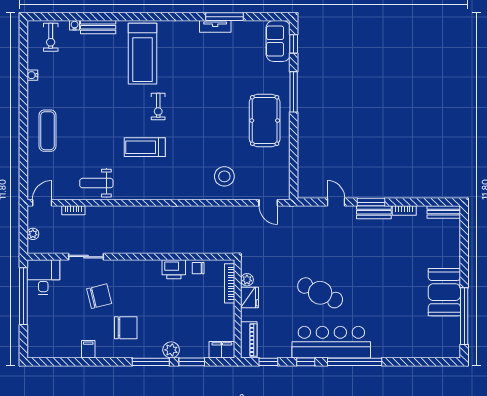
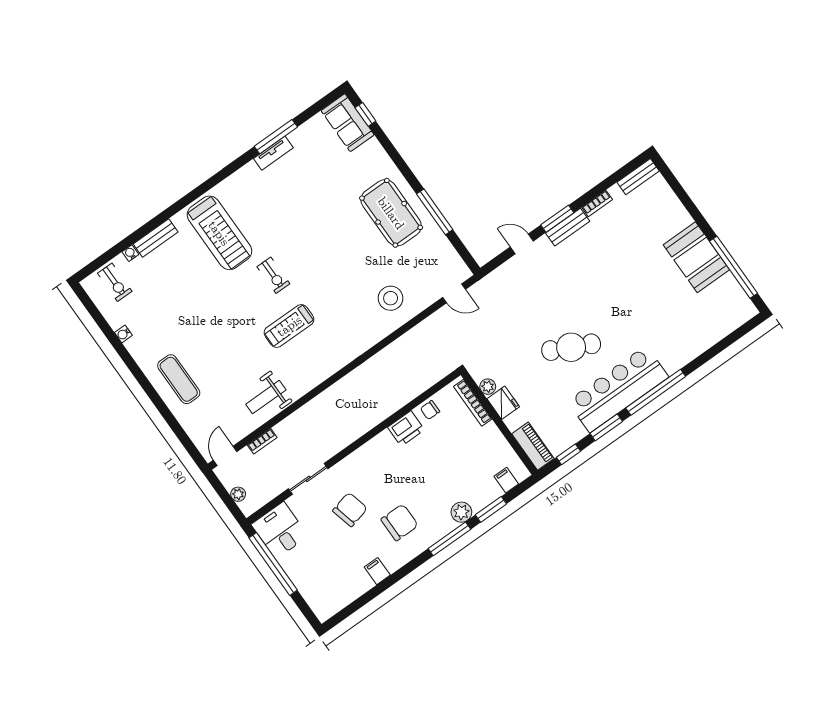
window: (294, 92) -> (435, 212), moved
filing cabinet: (222, 350) -> (506, 480), width x0.50
window: (306, 362) -> (606, 427), width x1.50

